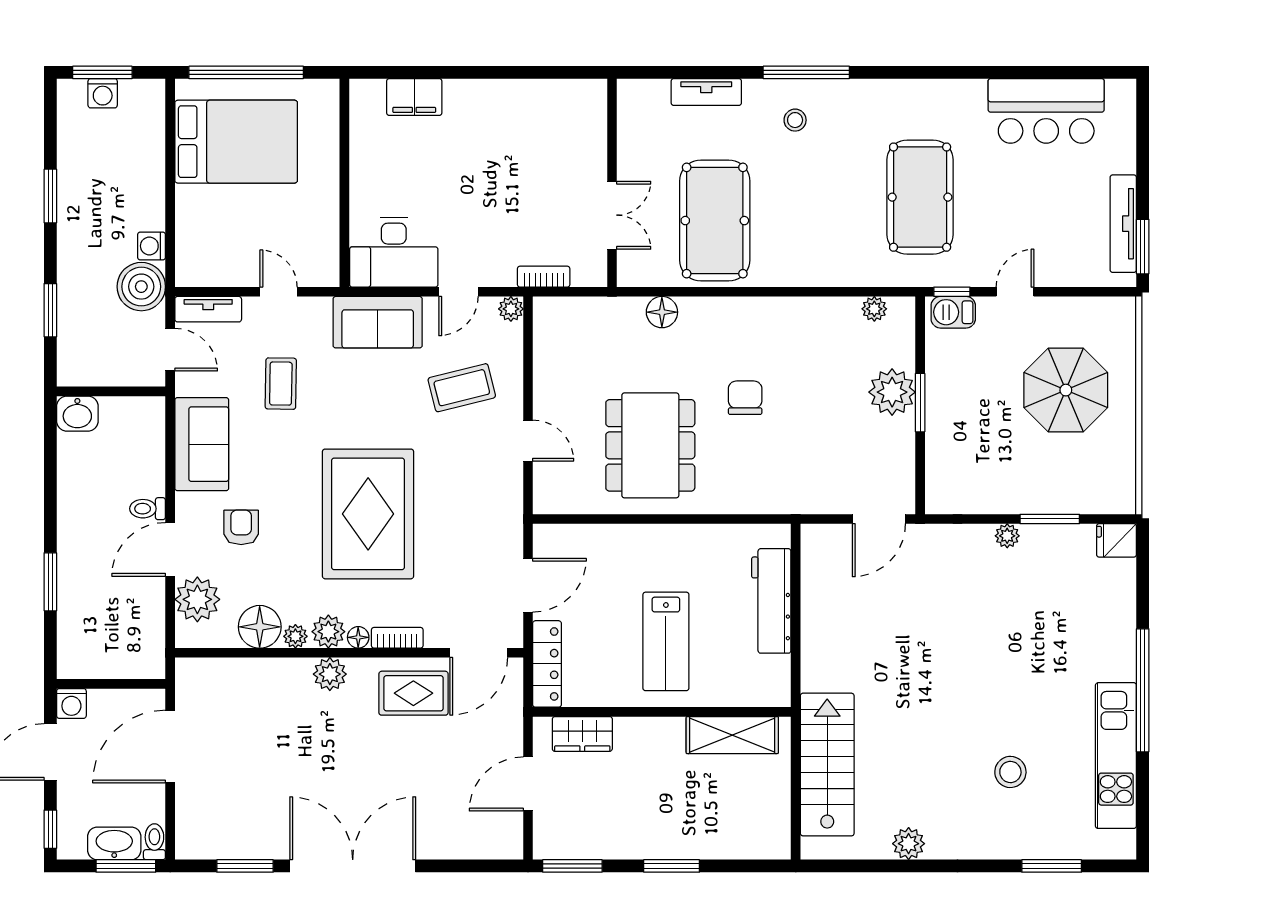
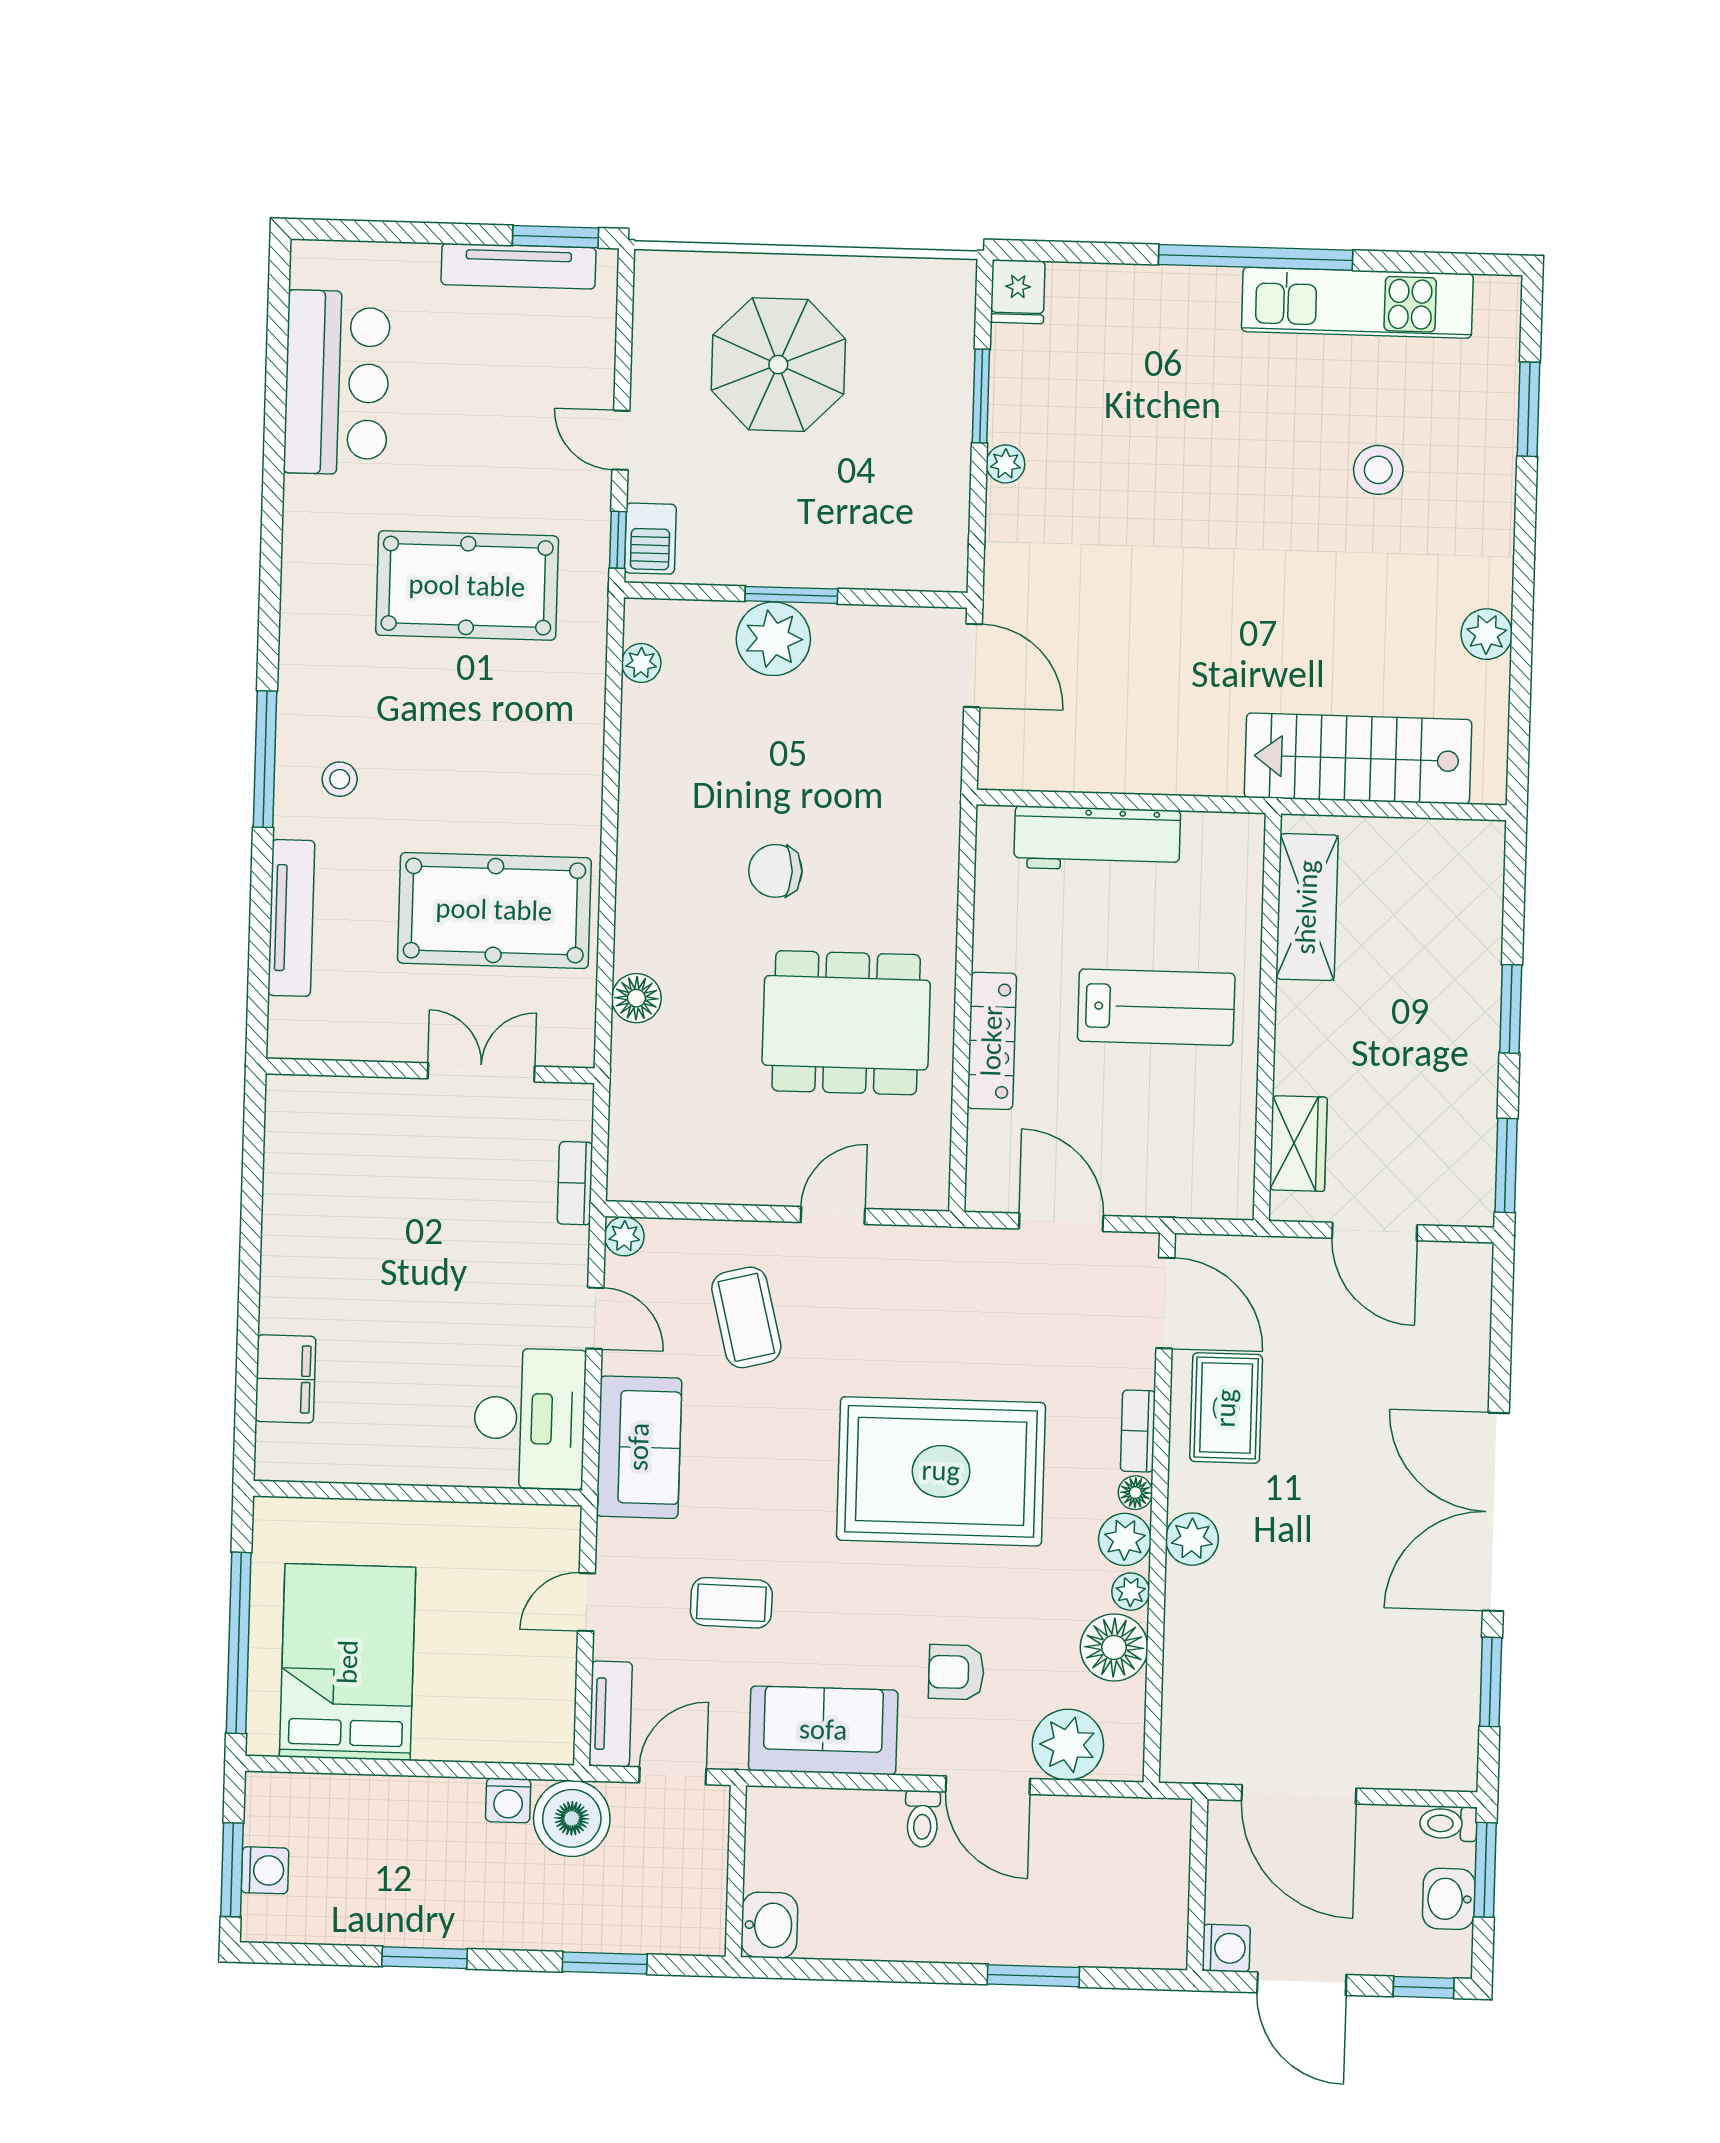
tv unit: (706, 92) -> (291, 918), width x1.41
locker: (547, 664) -> (992, 1041), moved, turned 90
washbasin: (114, 843) -> (1449, 1899), width x0.72

